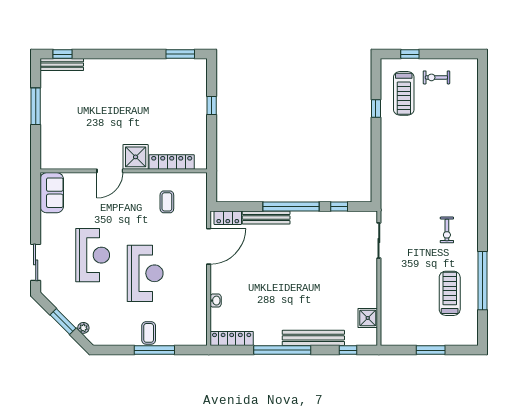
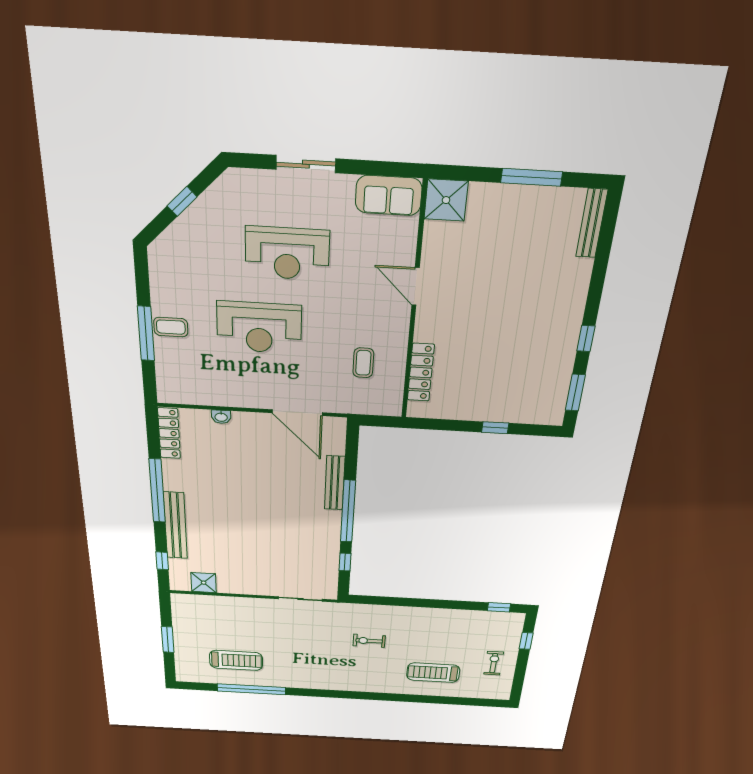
window: (63, 54) -> (586, 338), moved
treadmill: (404, 93) -> (433, 673), moved
window: (376, 109) -> (499, 607), moved
shower: (136, 157) -> (446, 200), moved
coffee table: (167, 202) -> (363, 363), turned 90
locker: (228, 218) -> (336, 438), removed
exercise bike: (447, 230) -> (369, 641), moved
sliding door: (36, 262) -> (306, 164), moved
window: (63, 321) -> (182, 201), width x0.67
plant: (83, 328) -> (173, 233), removed

